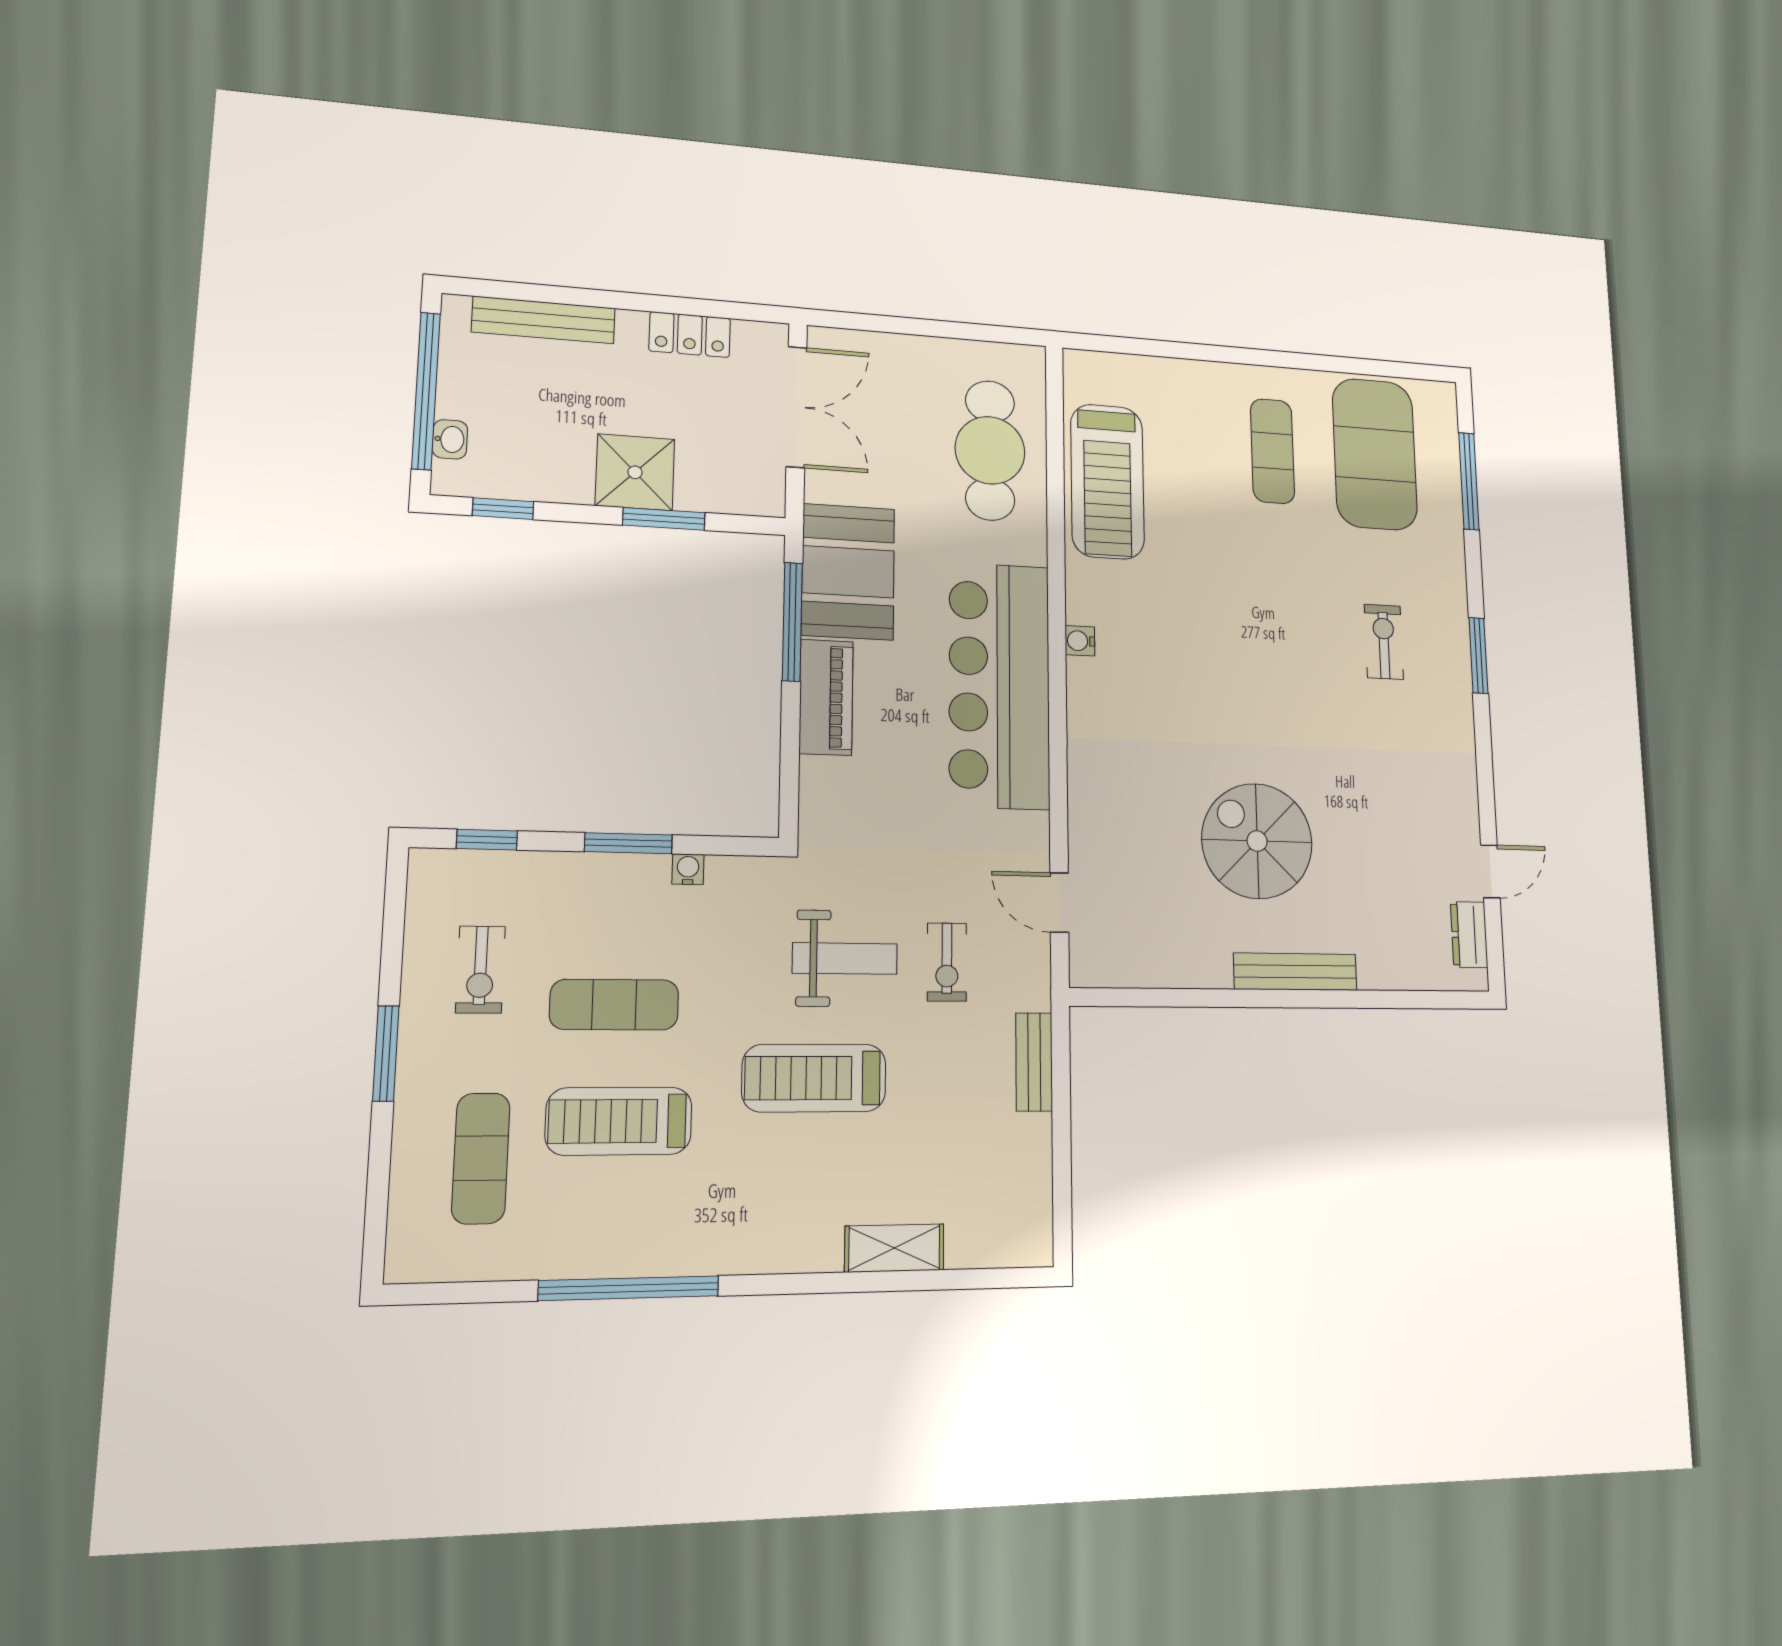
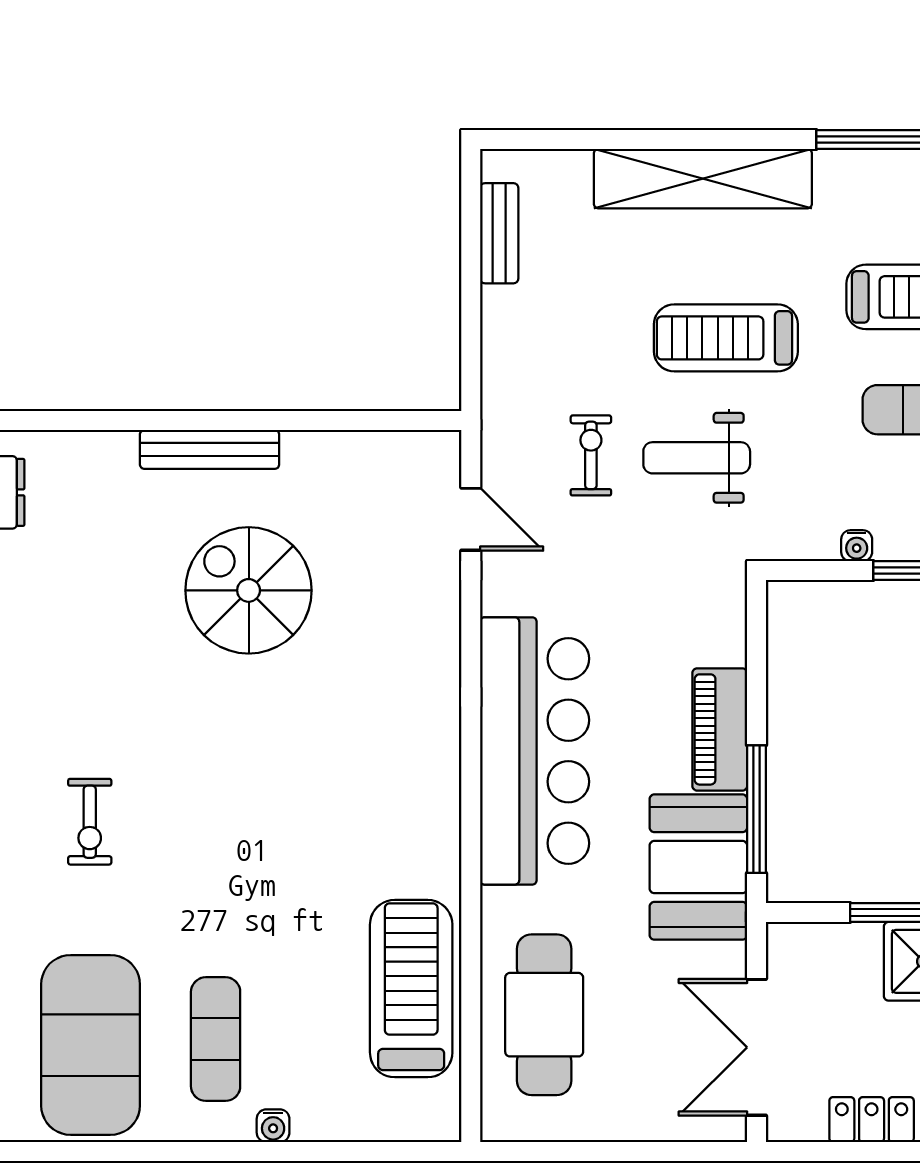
water cooler: (1080, 641) -> (273, 1126), moved, turned 90
spiral stairs: (1257, 841) -> (249, 590), turned 180
bench: (1034, 1062) -> (499, 233), moved
treadmill: (814, 1078) -> (726, 338), turned 180
shelving: (894, 1248) -> (703, 179), width x2.20, depth x1.33

